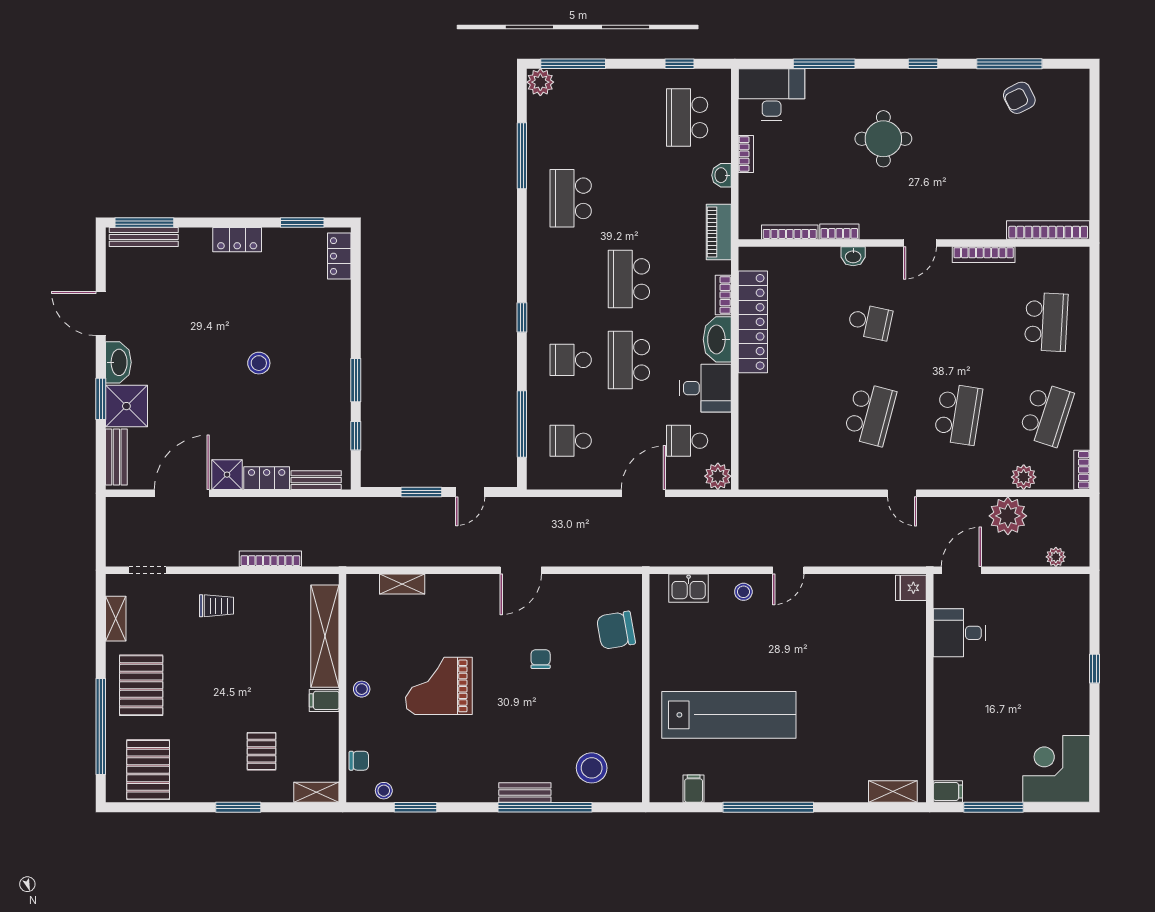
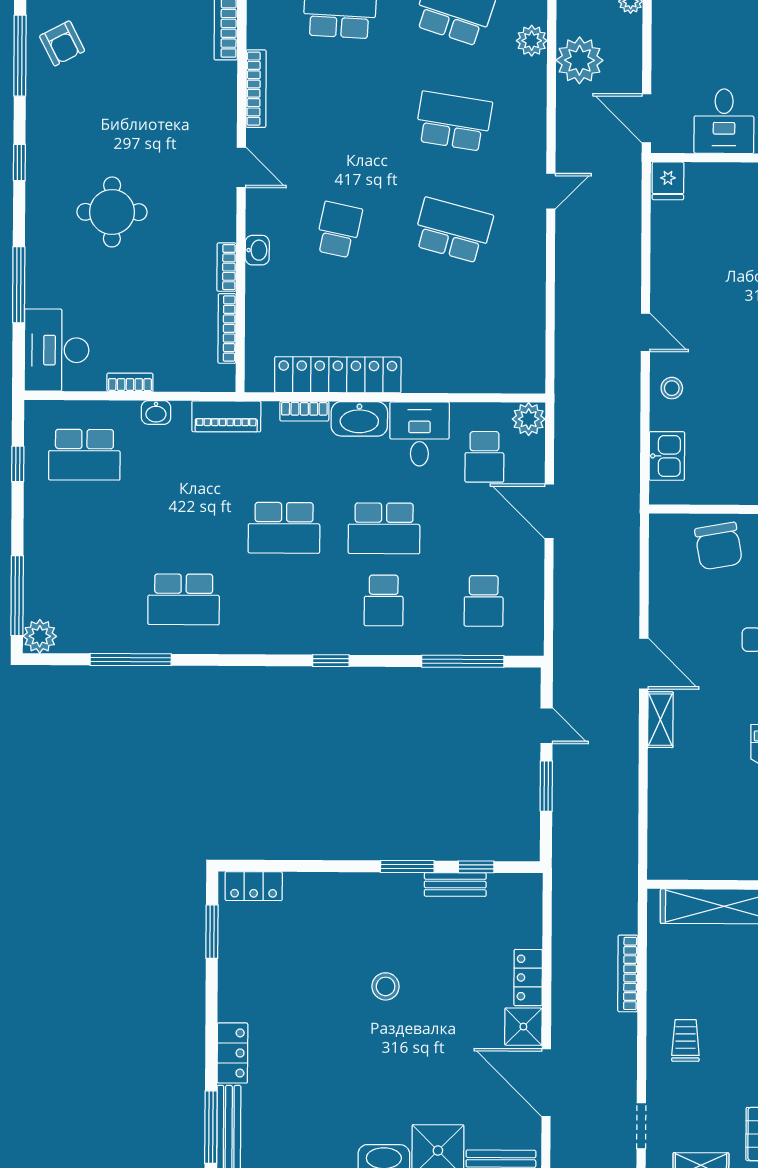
locker: (237, 240) -> (232, 1053), moved
bench: (316, 480) -> (455, 885), moved, turned 90
shelving: (402, 584) -> (660, 720), moved

